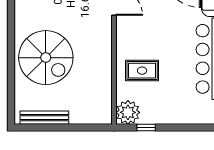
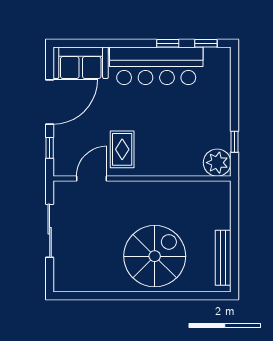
rug: (142, 71) -> (122, 149), moved

